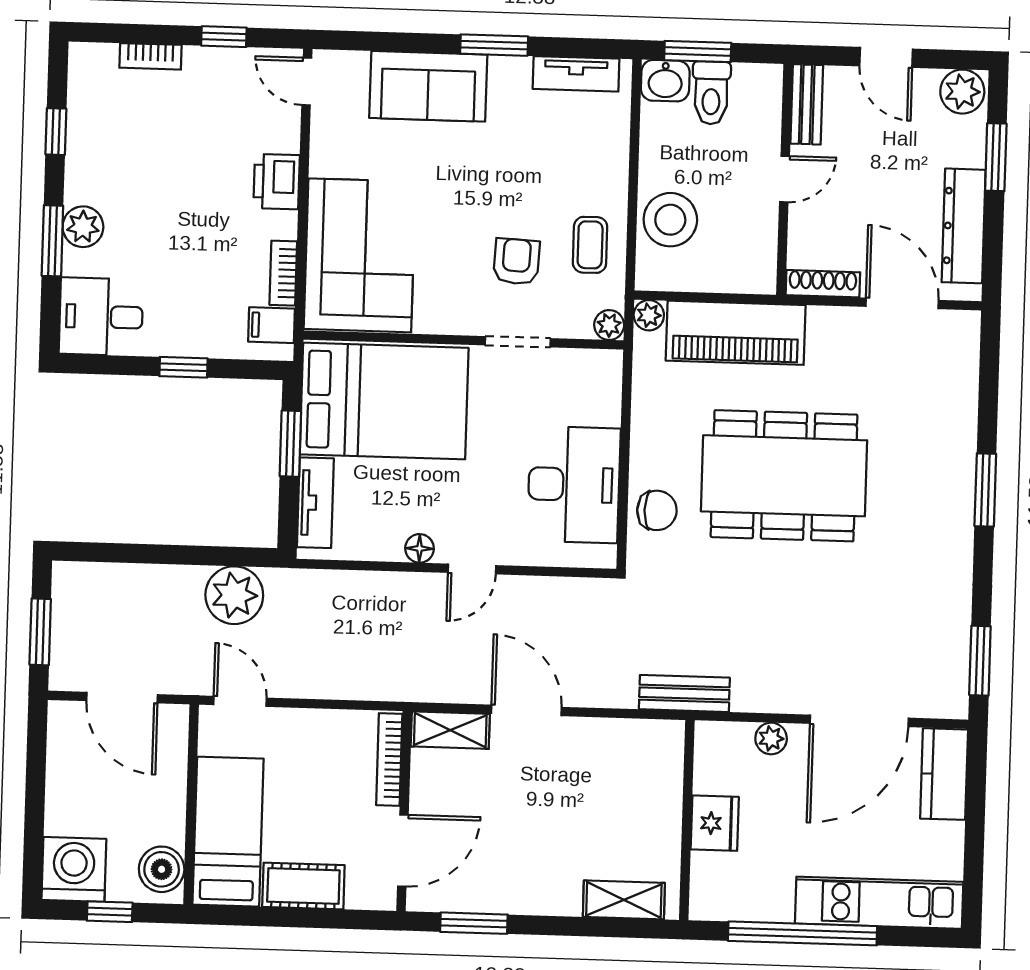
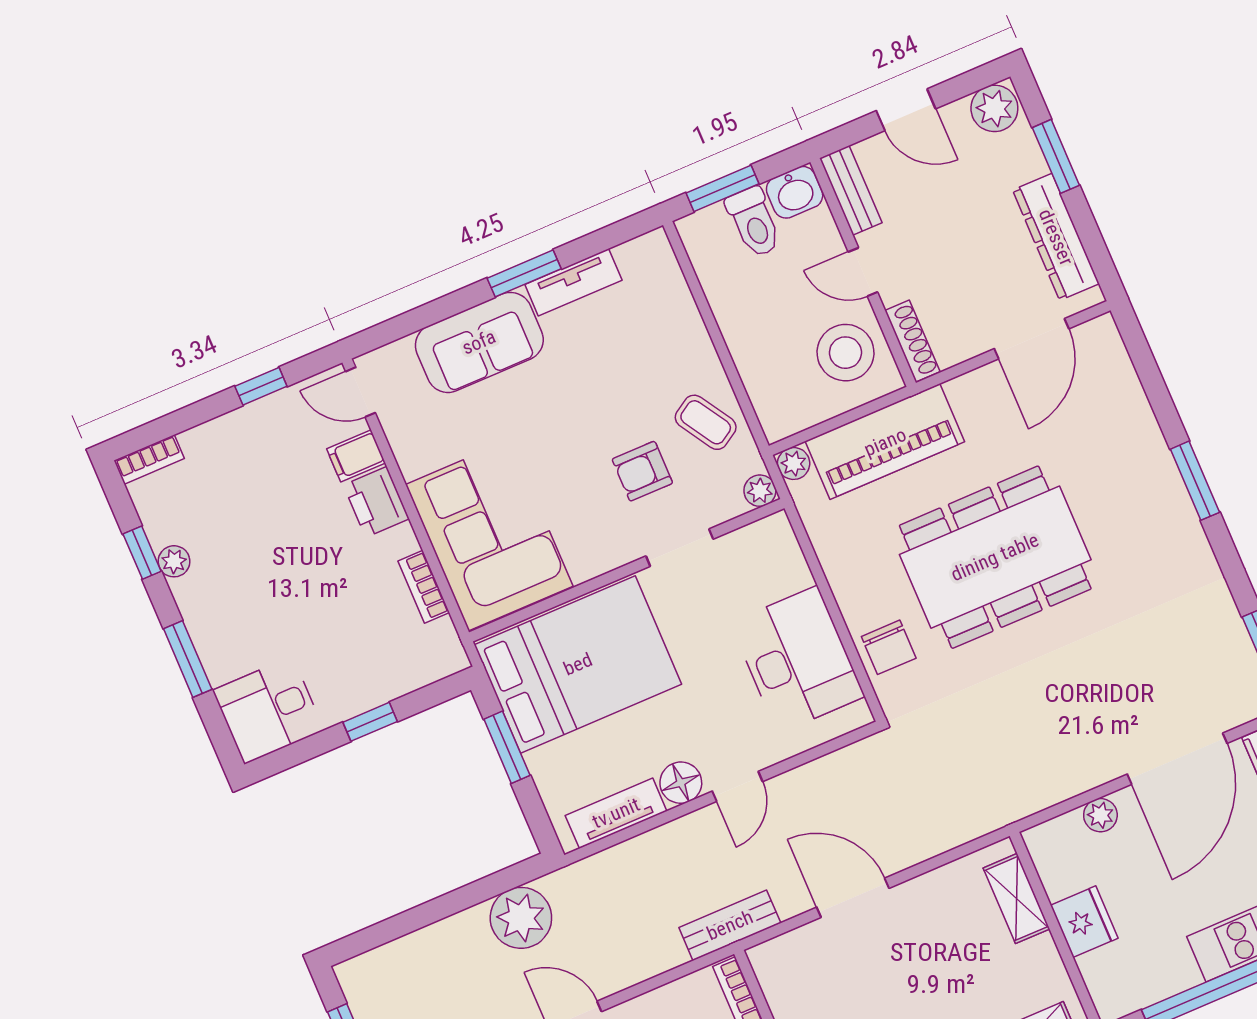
bookcase: (150, 56) -> (149, 460), moved
tv unit: (576, 74) -> (573, 282), moved
washbasin: (665, 81) -> (795, 192), moved
door: (785, 179) -> (863, 272), swing flipped
stool: (670, 220) -> (845, 353), moved
plant: (83, 227) -> (174, 561), moved, width x0.73, depth x0.73
coffee table: (590, 245) -> (706, 422), turned -32
armchair: (516, 261) -> (642, 471), turned -93
shoe rack: (823, 284) -> (912, 341), moved, turned 90
door: (902, 303) -> (1031, 339), swing flipped
filing cabinet: (272, 325) -> (356, 456), moved
tv unit: (315, 503) -> (616, 813), moved, turned -90
chair: (657, 510) -> (889, 647), turned 90
floor lamp: (420, 548) -> (681, 783), width x1.37, depth x1.37
bench: (684, 693) -> (730, 925), moved
shelving: (450, 730) -> (1016, 898), moved, turned 90

